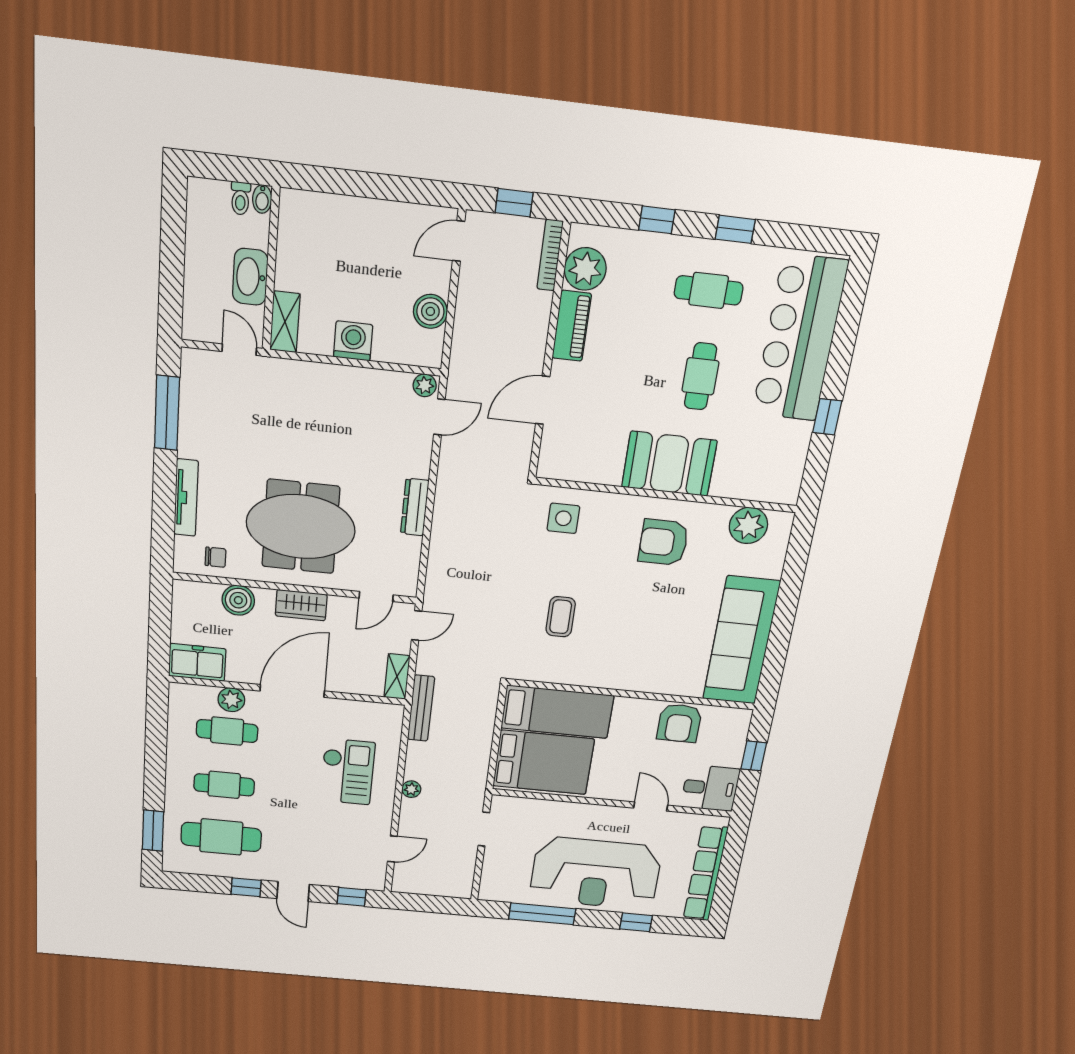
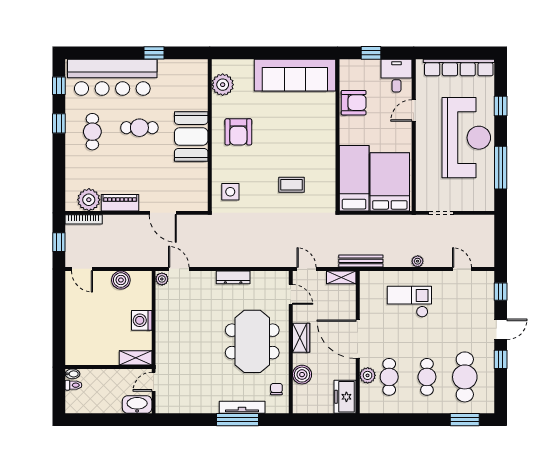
window: (657, 220) -> (59, 86), moved
washbasin: (250, 277) -> (137, 405), moved, turned 180
window: (167, 413) -> (237, 420), moved

